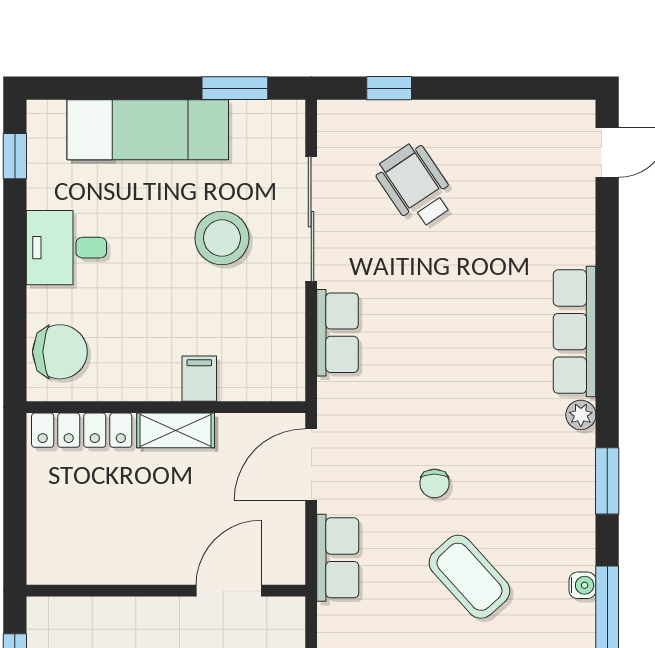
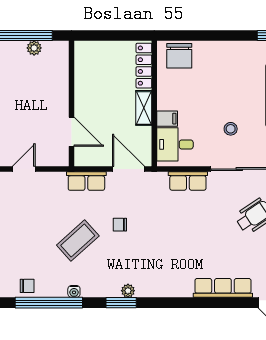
stool: (222, 238) -> (231, 129), width x0.53, depth x0.53
desk: (66, 248) -> (175, 144), moved, turned -90
row of seats: (575, 332) -> (223, 288), moved
plant: (581, 415) -> (128, 291), moved

